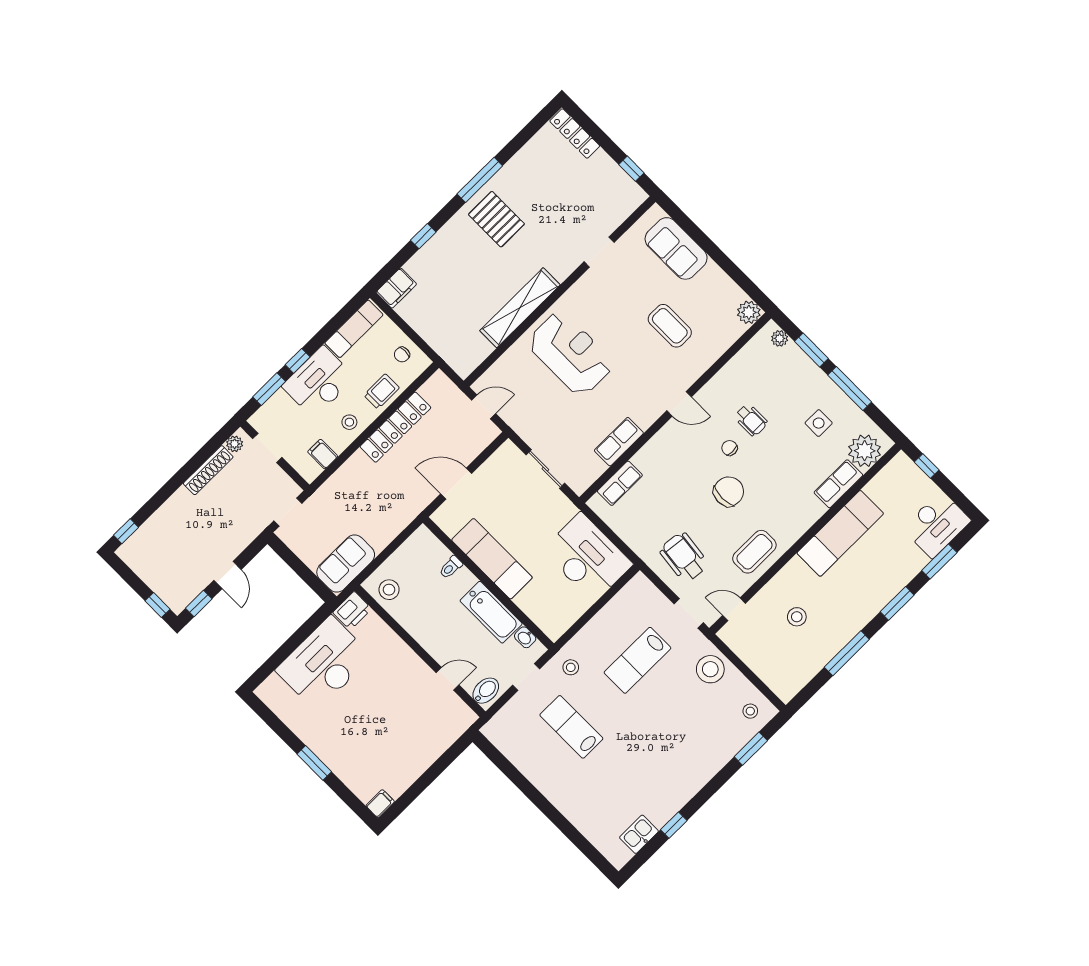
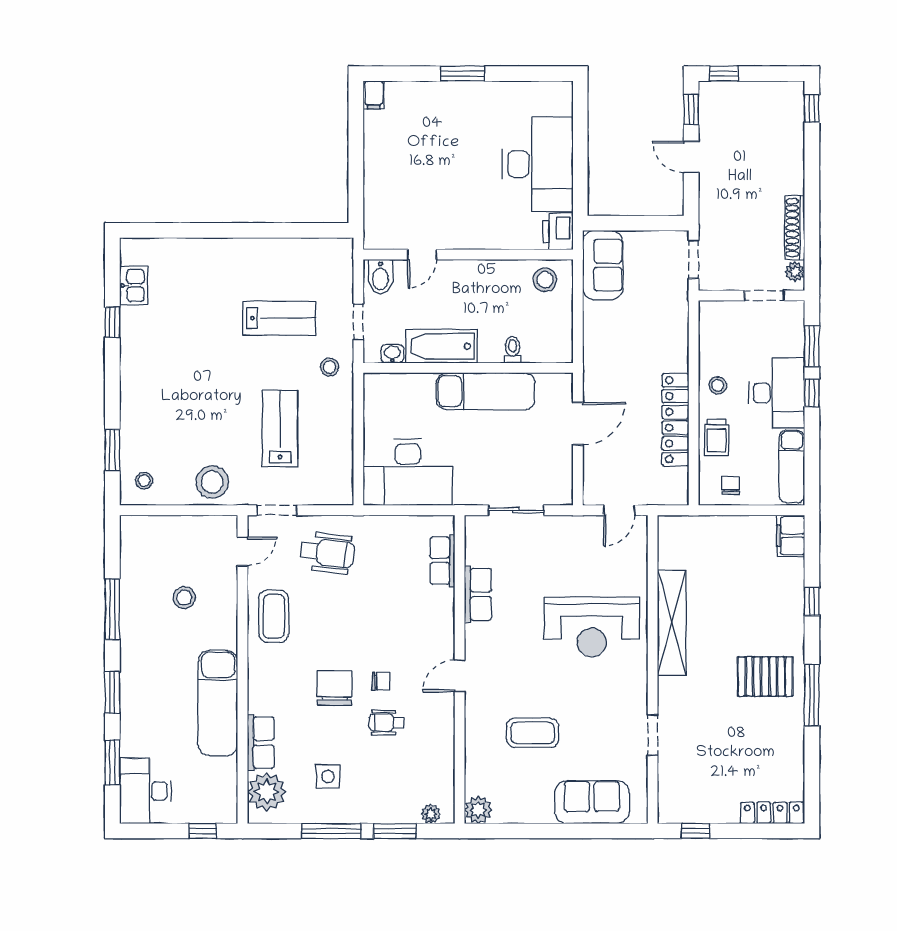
filing cabinet: (323, 454) -> (713, 337), removed
chair: (729, 492) -> (334, 688), moved, turned 180

